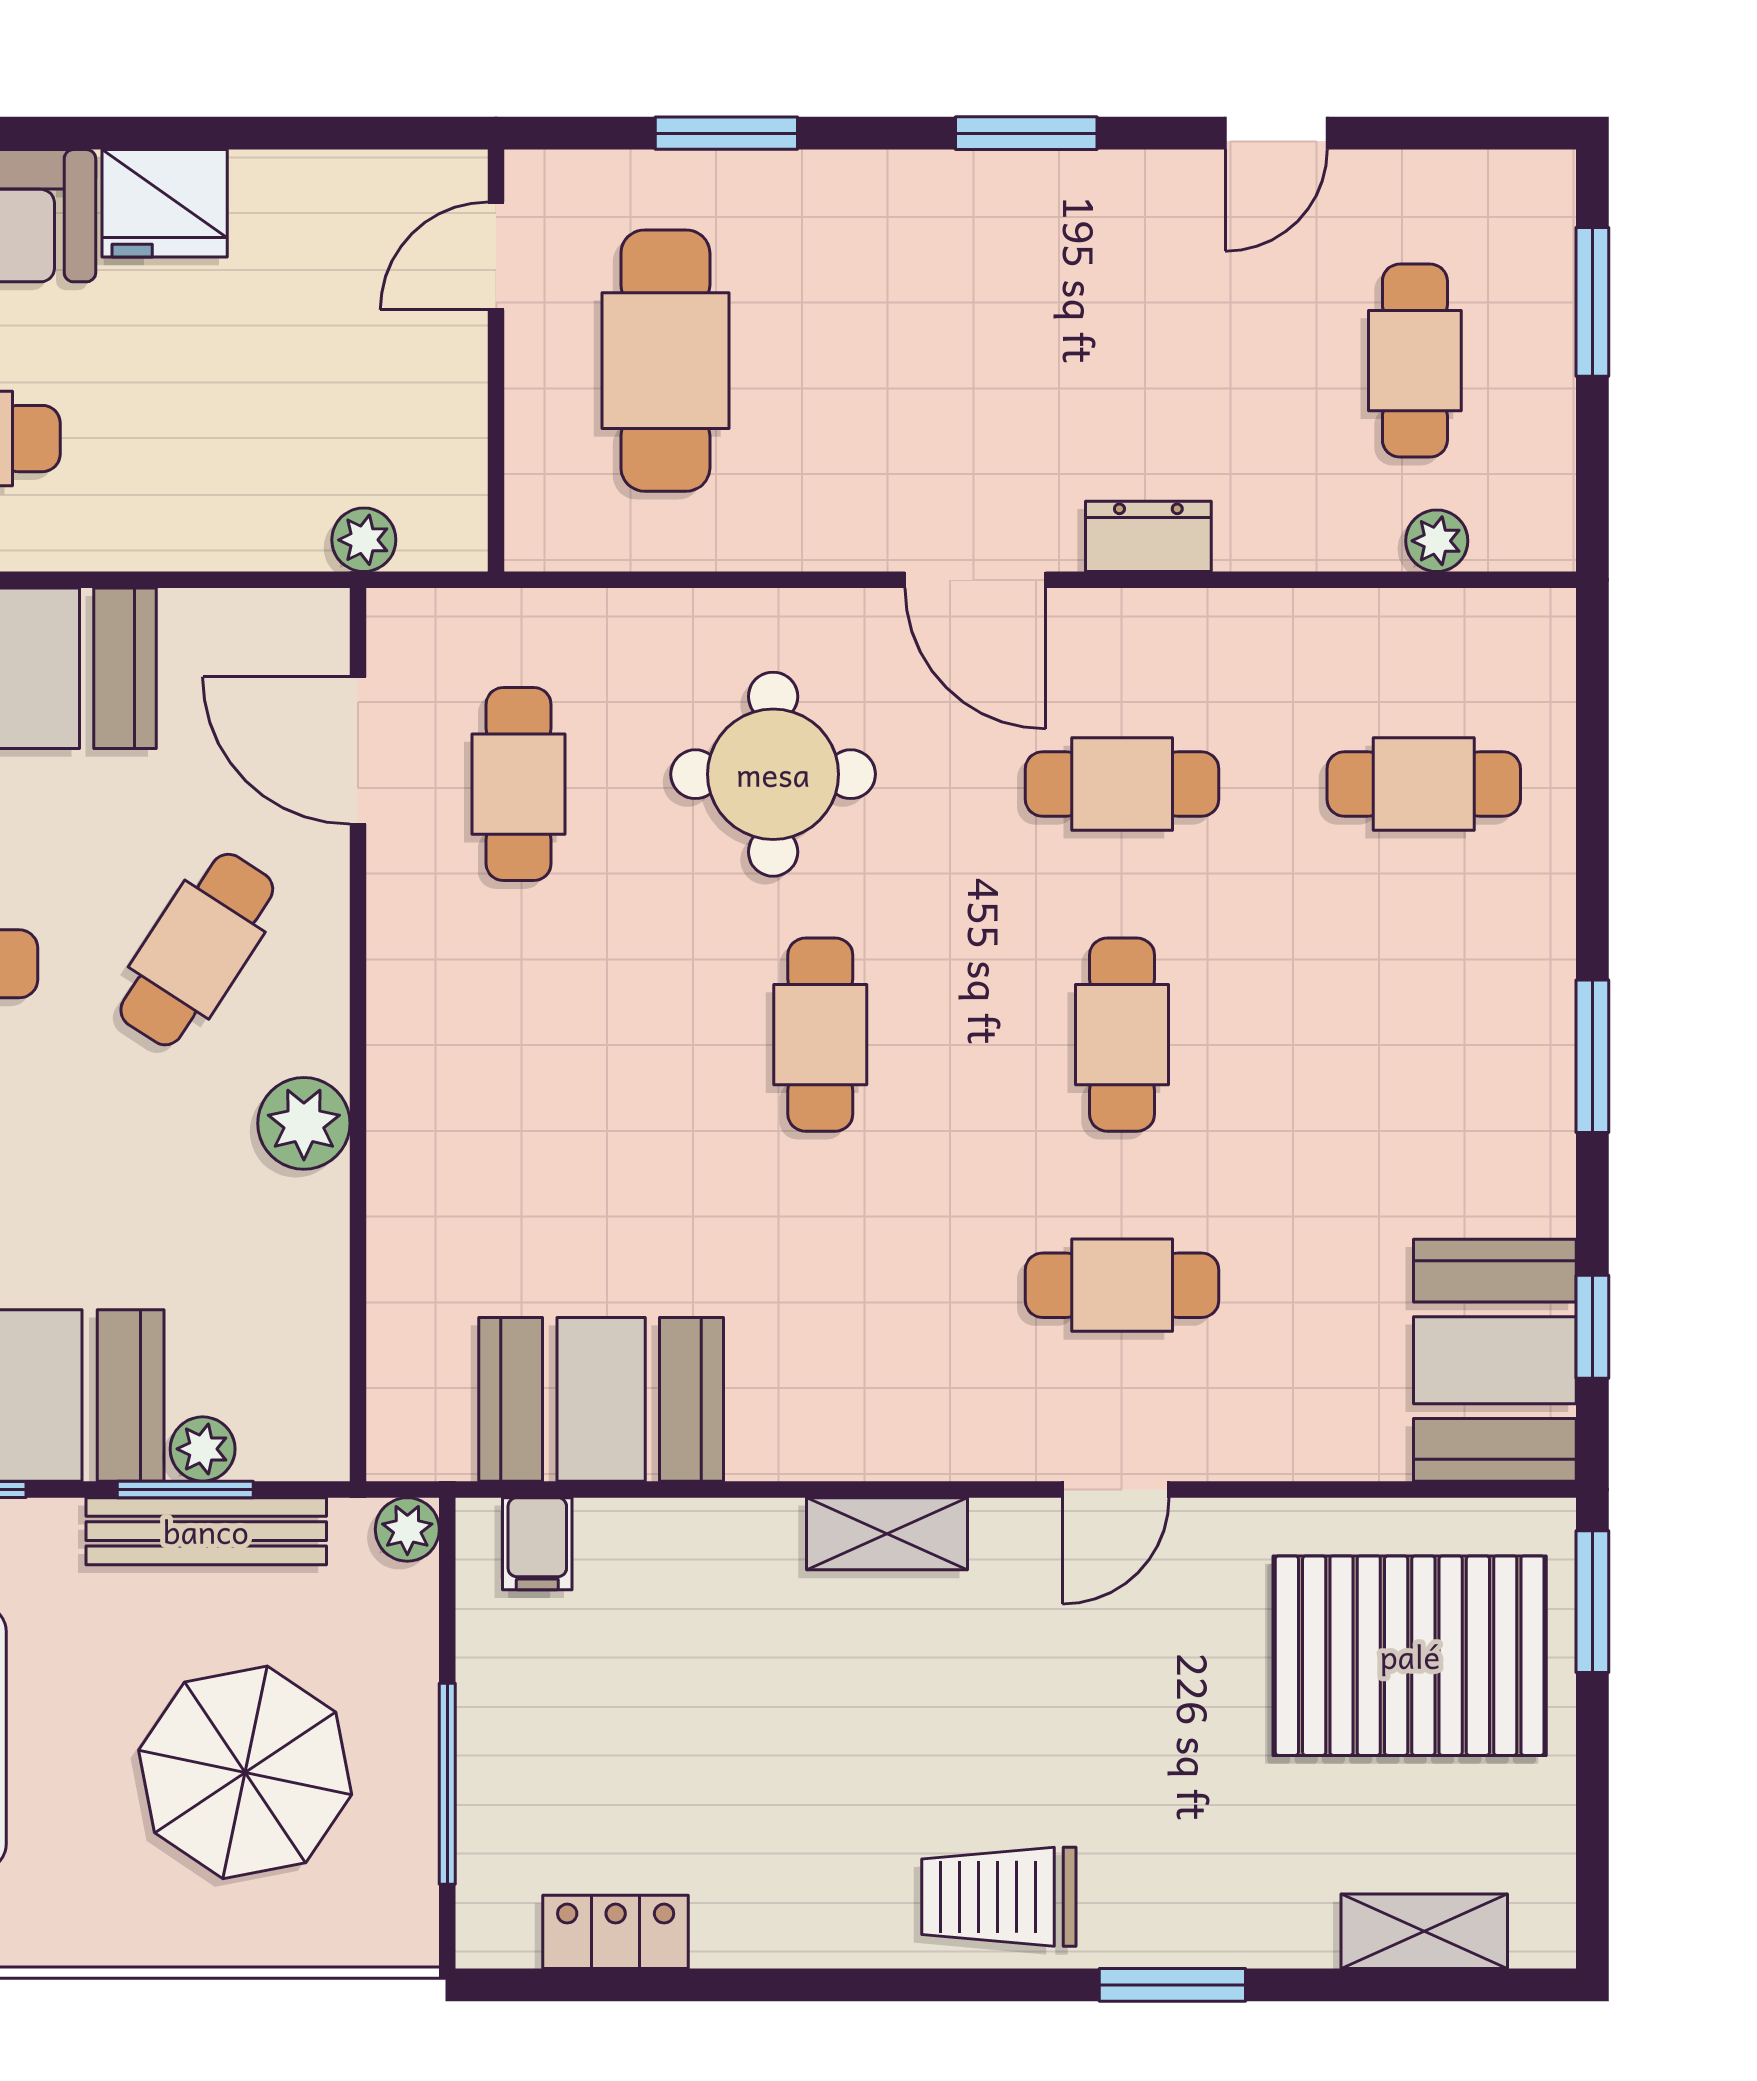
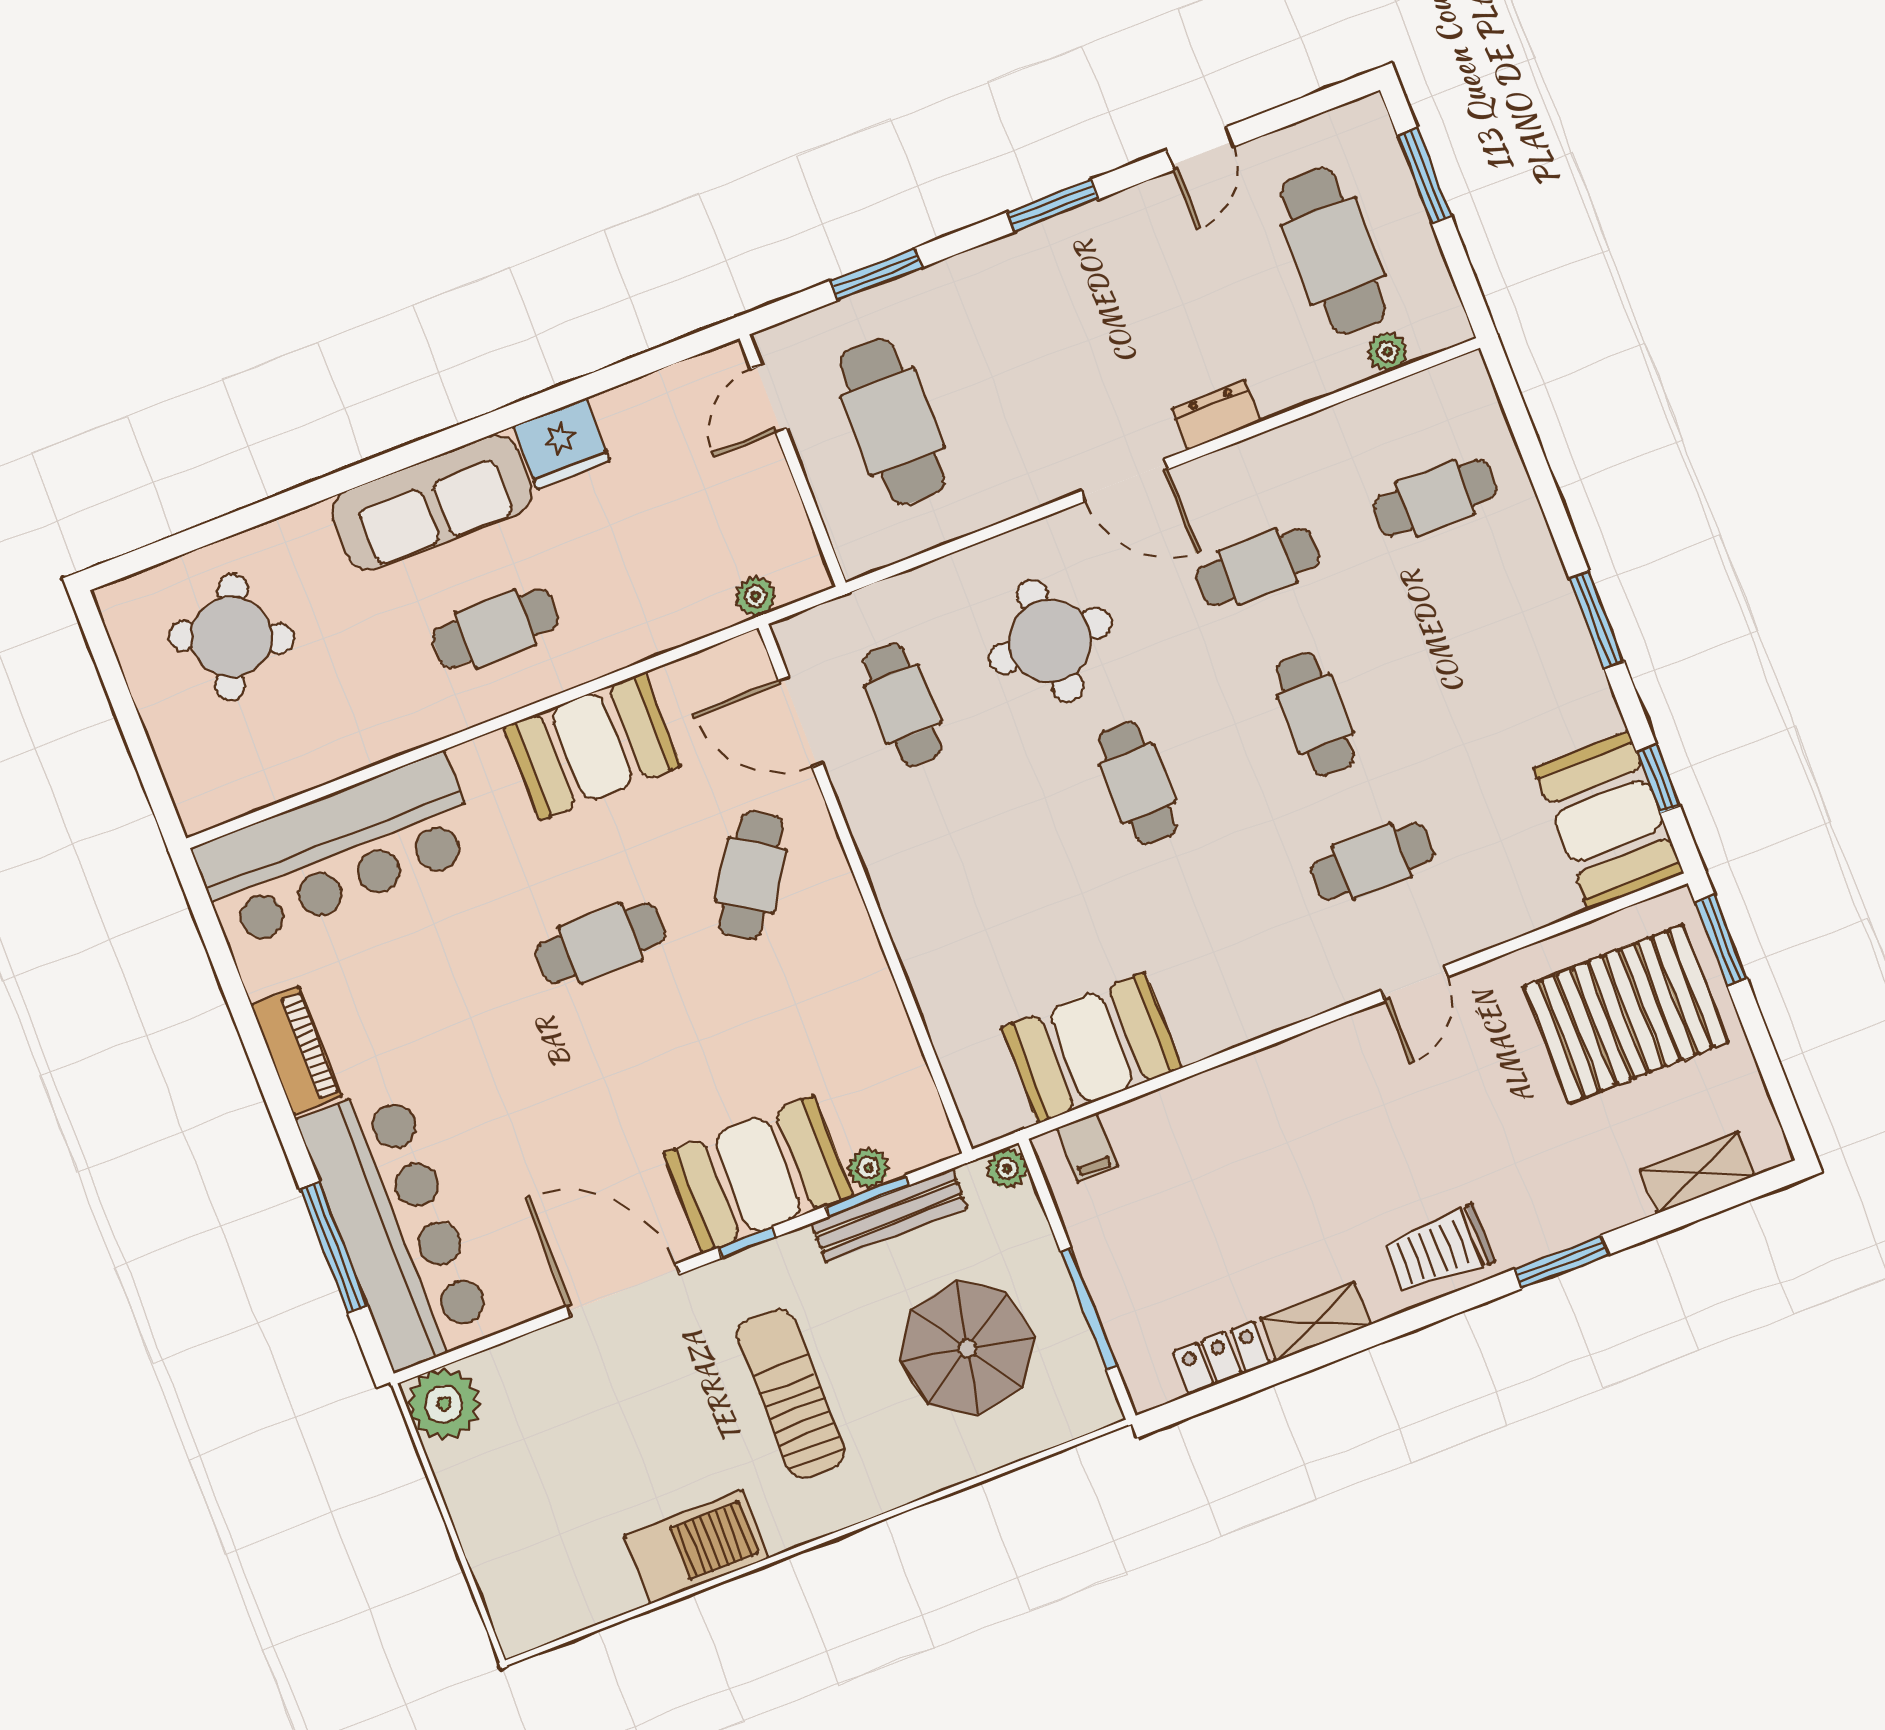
cafe table: (1415, 361) -> (1333, 251), width x1.37, depth x1.35
plant: (304, 1123) -> (854, 953), removed
shelving: (887, 1534) -> (1316, 1322), moved

